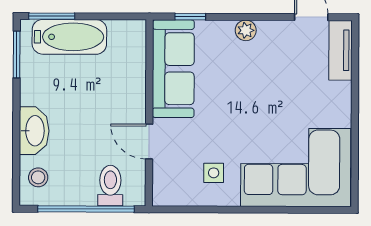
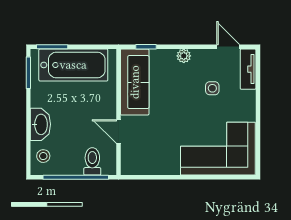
bathtub: (69, 37) -> (73, 65), width x1.36, depth x1.36
side table: (214, 173) -> (212, 88), moved

